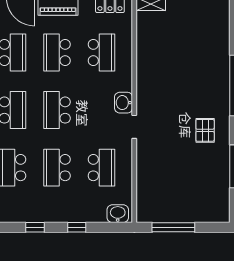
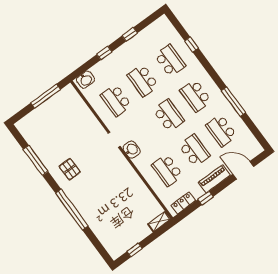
school desk: (57, 168) -> (143, 80), turned 180

